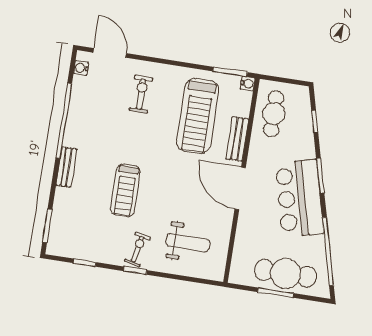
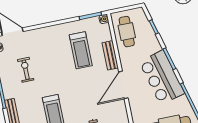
exercise bike: (141, 94) -> (26, 70), moved
treadmill: (198, 116) -> (81, 50), width x0.73, depth x0.73
door: (240, 188) -> (123, 85), hinge flipped

